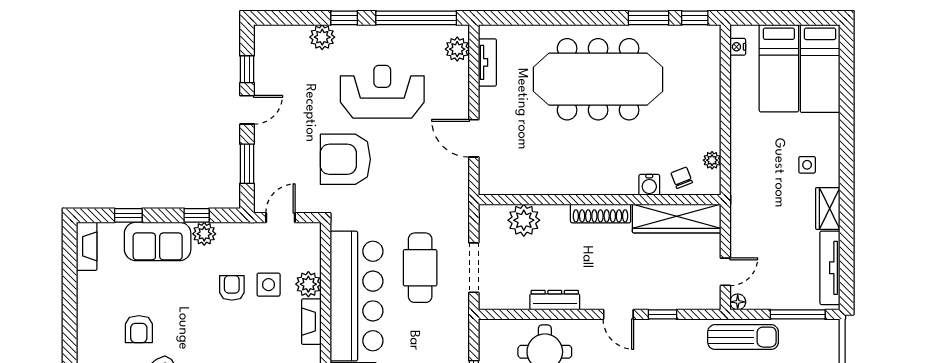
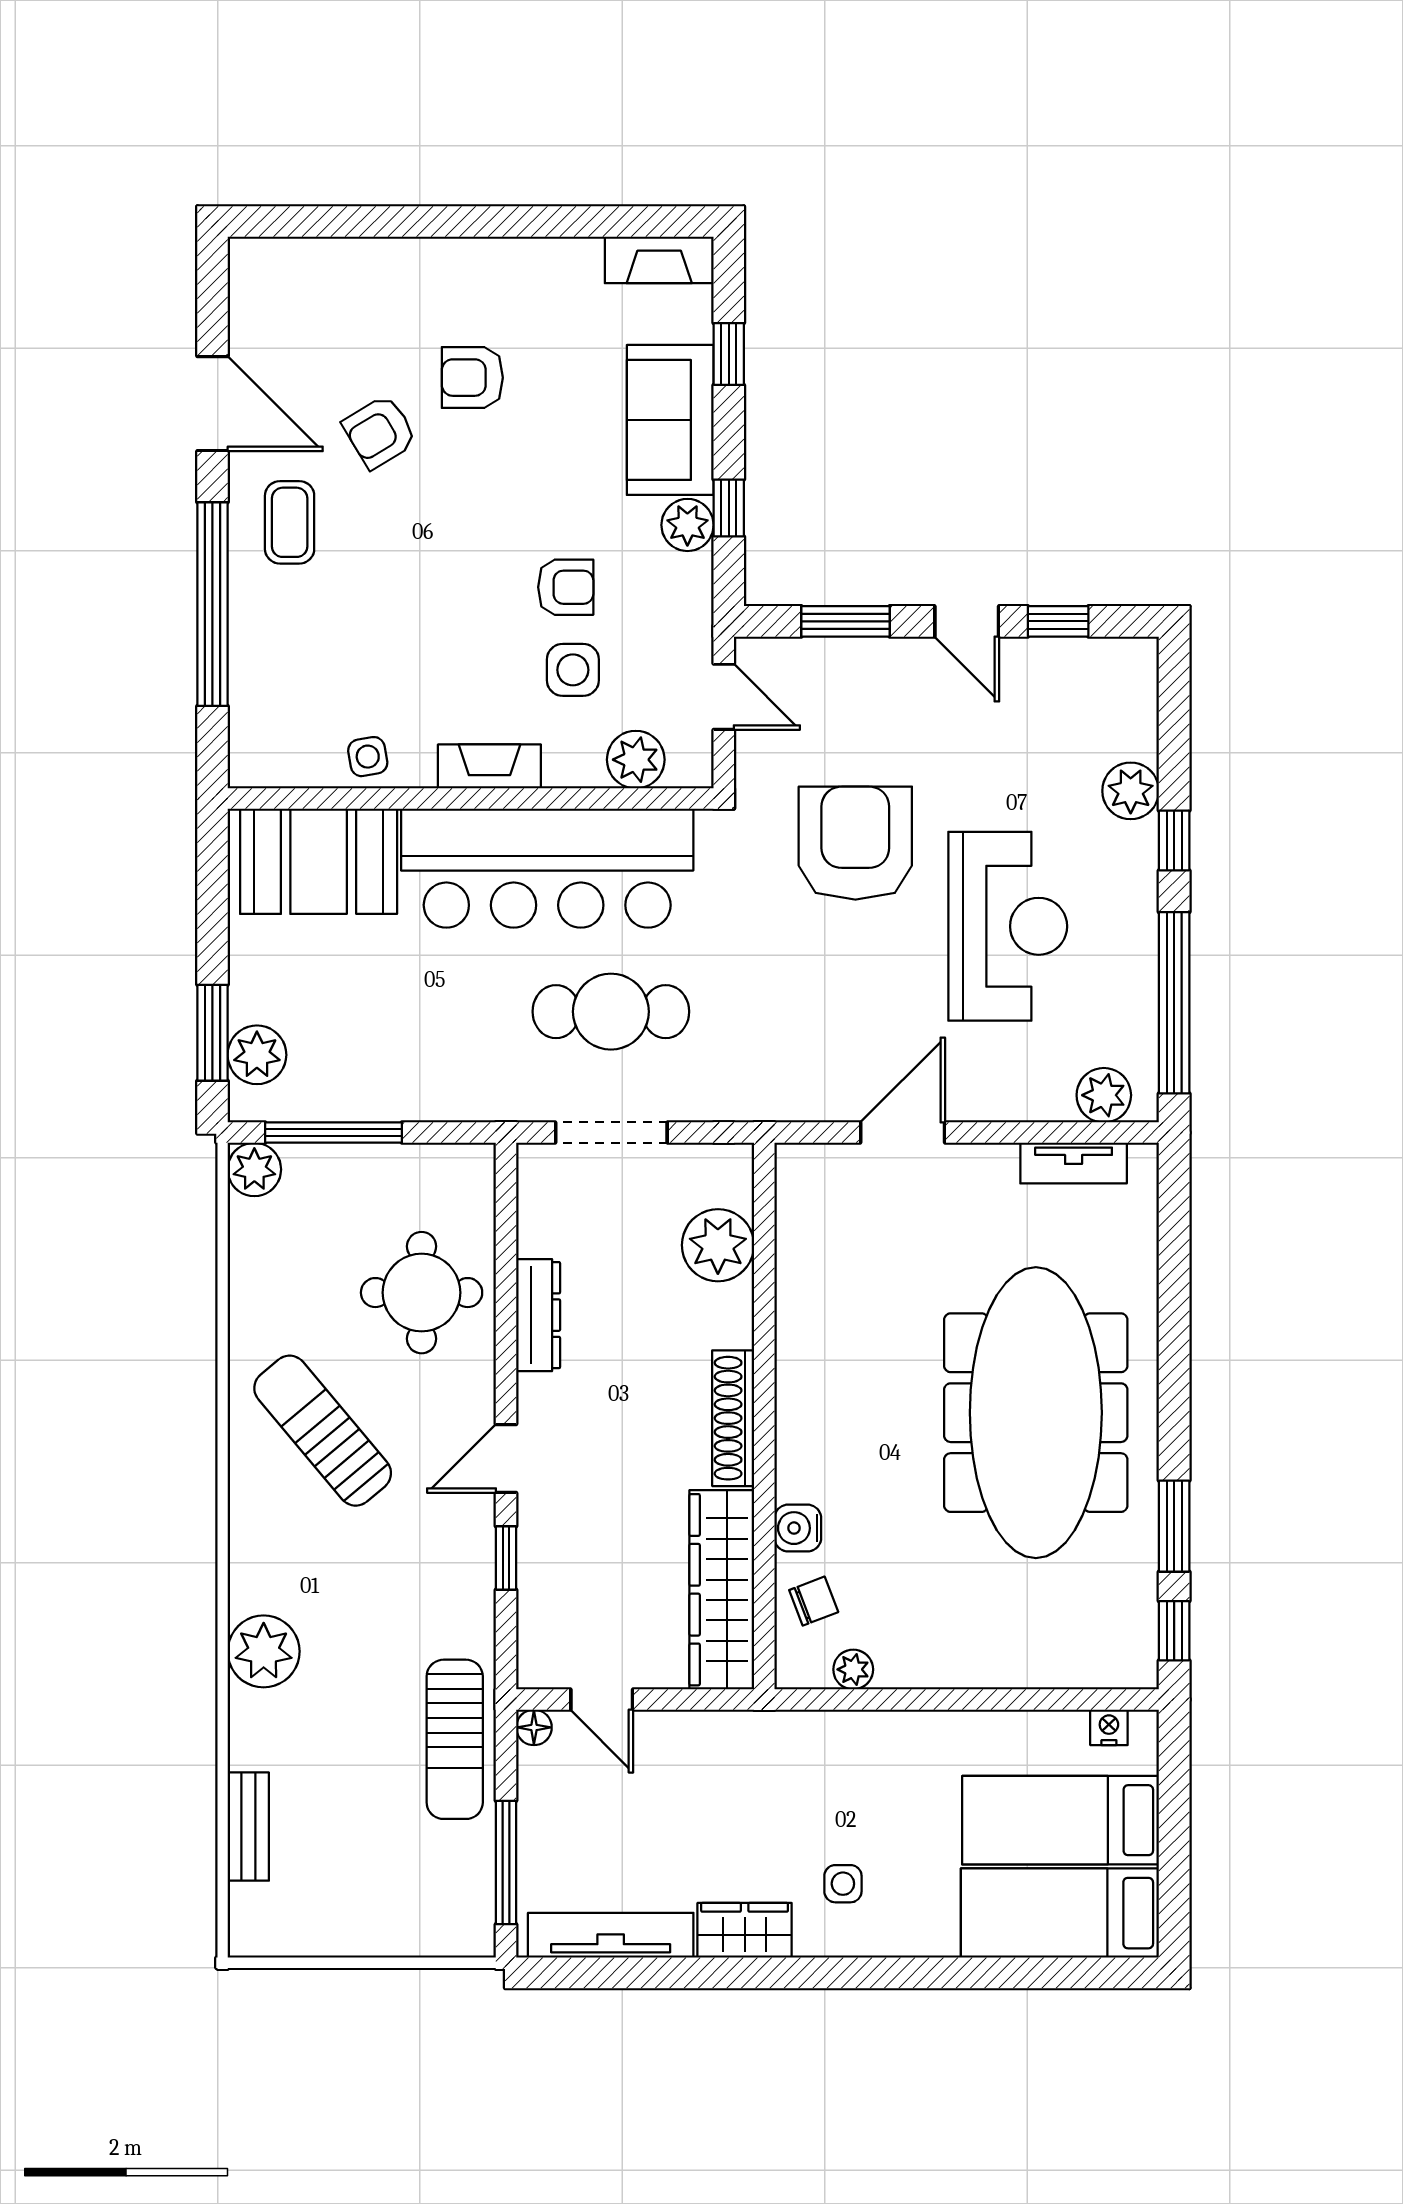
plant: (308, 284) -> (636, 760), moved

